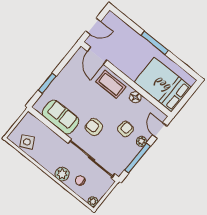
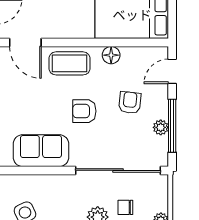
armchair: (94, 127) -> (84, 111), moved
door: (160, 131) -> (172, 71), hinge flipped
plant: (141, 141) -> (161, 127), moved

